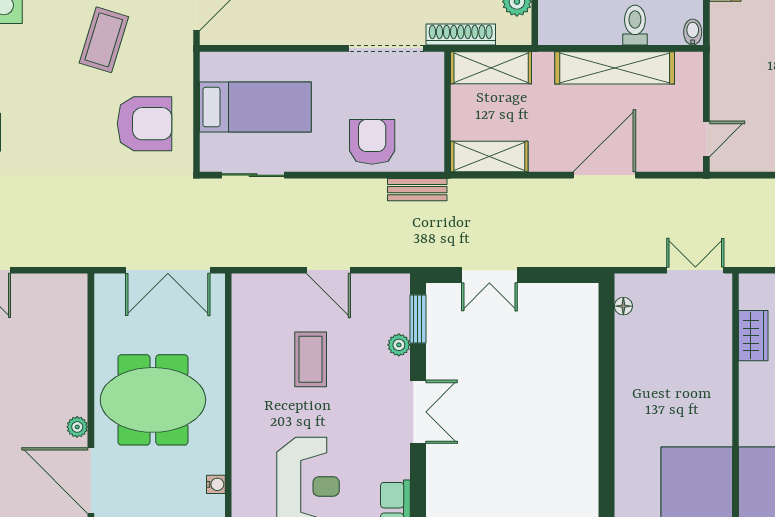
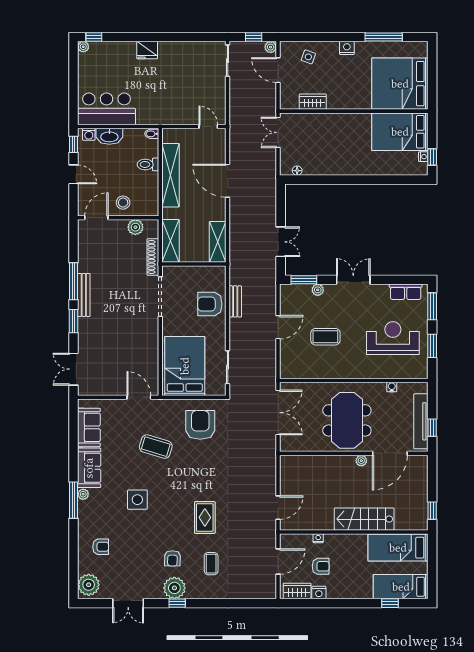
bed: (255, 107) -> (185, 366), width x1.50
bench: (417, 190) -> (235, 301), moved

